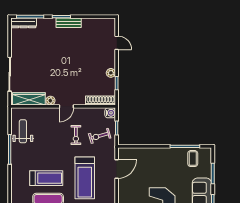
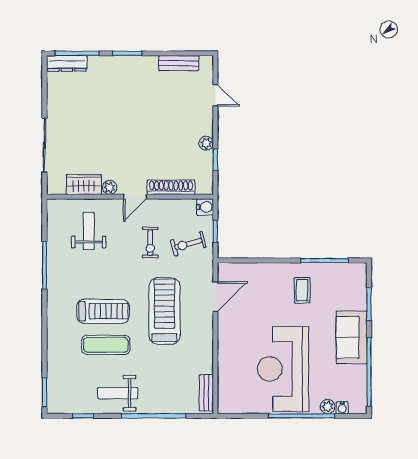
bench: (69, 23) -> (179, 63), moved
wardrobe: (29, 99) -> (84, 185), width x0.67
shoe rack: (100, 100) -> (171, 187), moved
weight bench: (23, 131) -> (89, 231), moved
coffee table: (193, 159) -> (302, 290), moved
treadmill: (85, 178) -> (164, 311), turned 180

